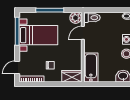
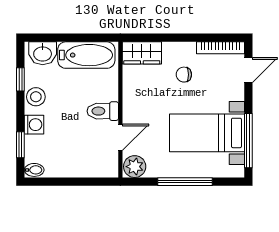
toilet: (92, 18) -> (103, 111), moved
bathtub: (91, 67) -> (86, 55), moved, turned -90

